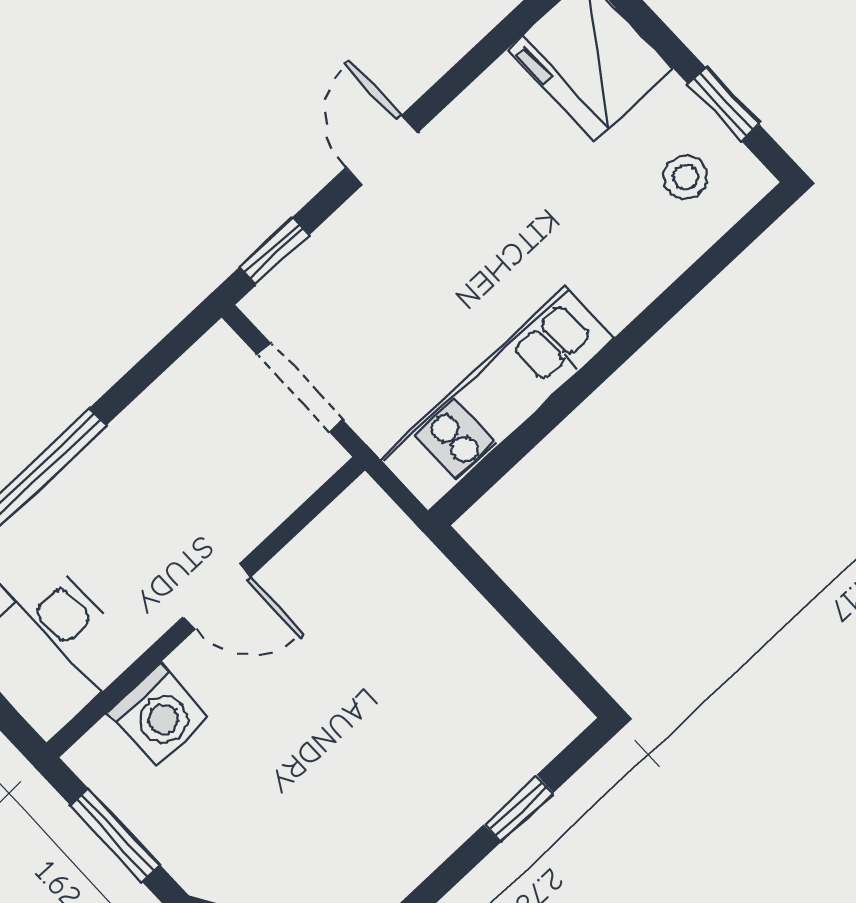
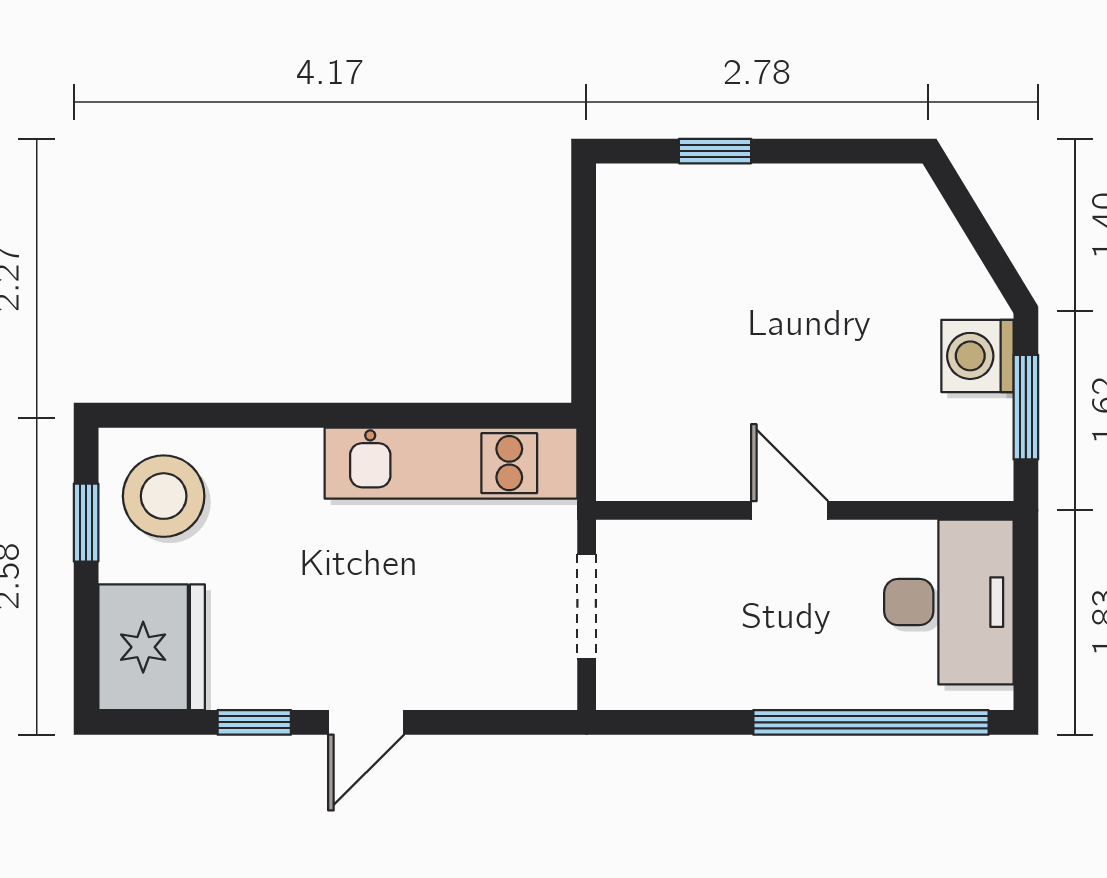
stool: (685, 177) -> (164, 496), width x1.89, depth x1.89
window: (274, 251) -> (254, 722), moved
washing machine: (159, 714) -> (977, 356), moved, turned -90

